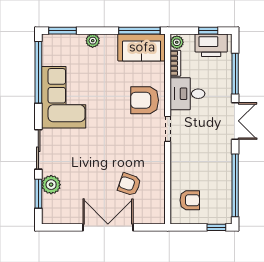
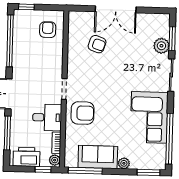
window: (208, 31) -> (43, 169), moved
sofa: (142, 47) -> (98, 157), moved
armchair: (190, 200) -> (48, 30), turned 90

